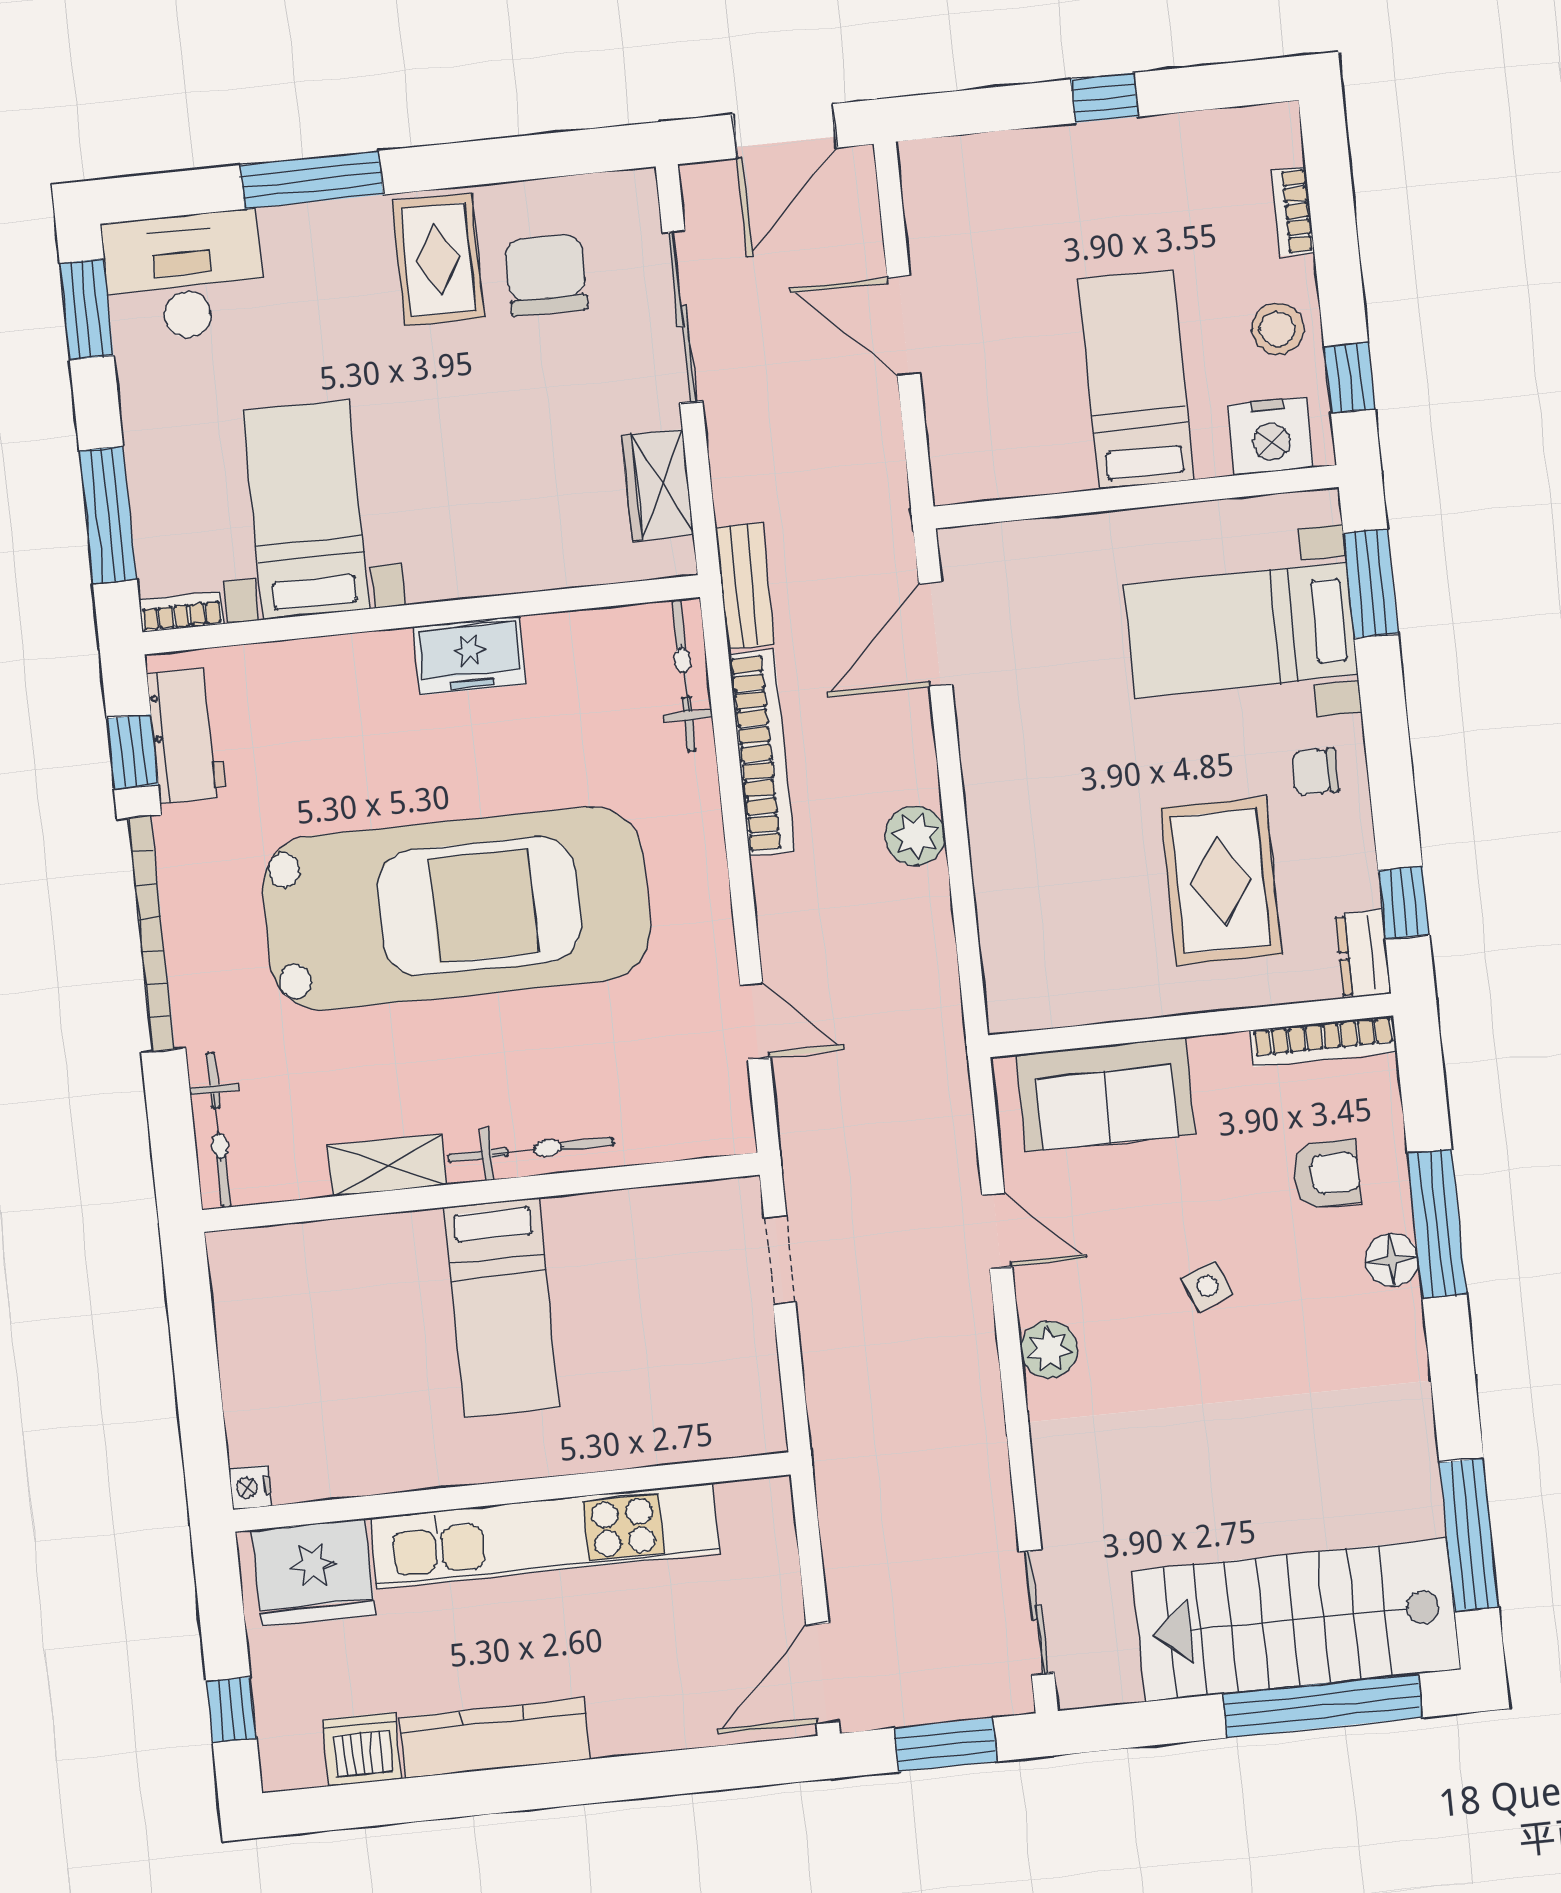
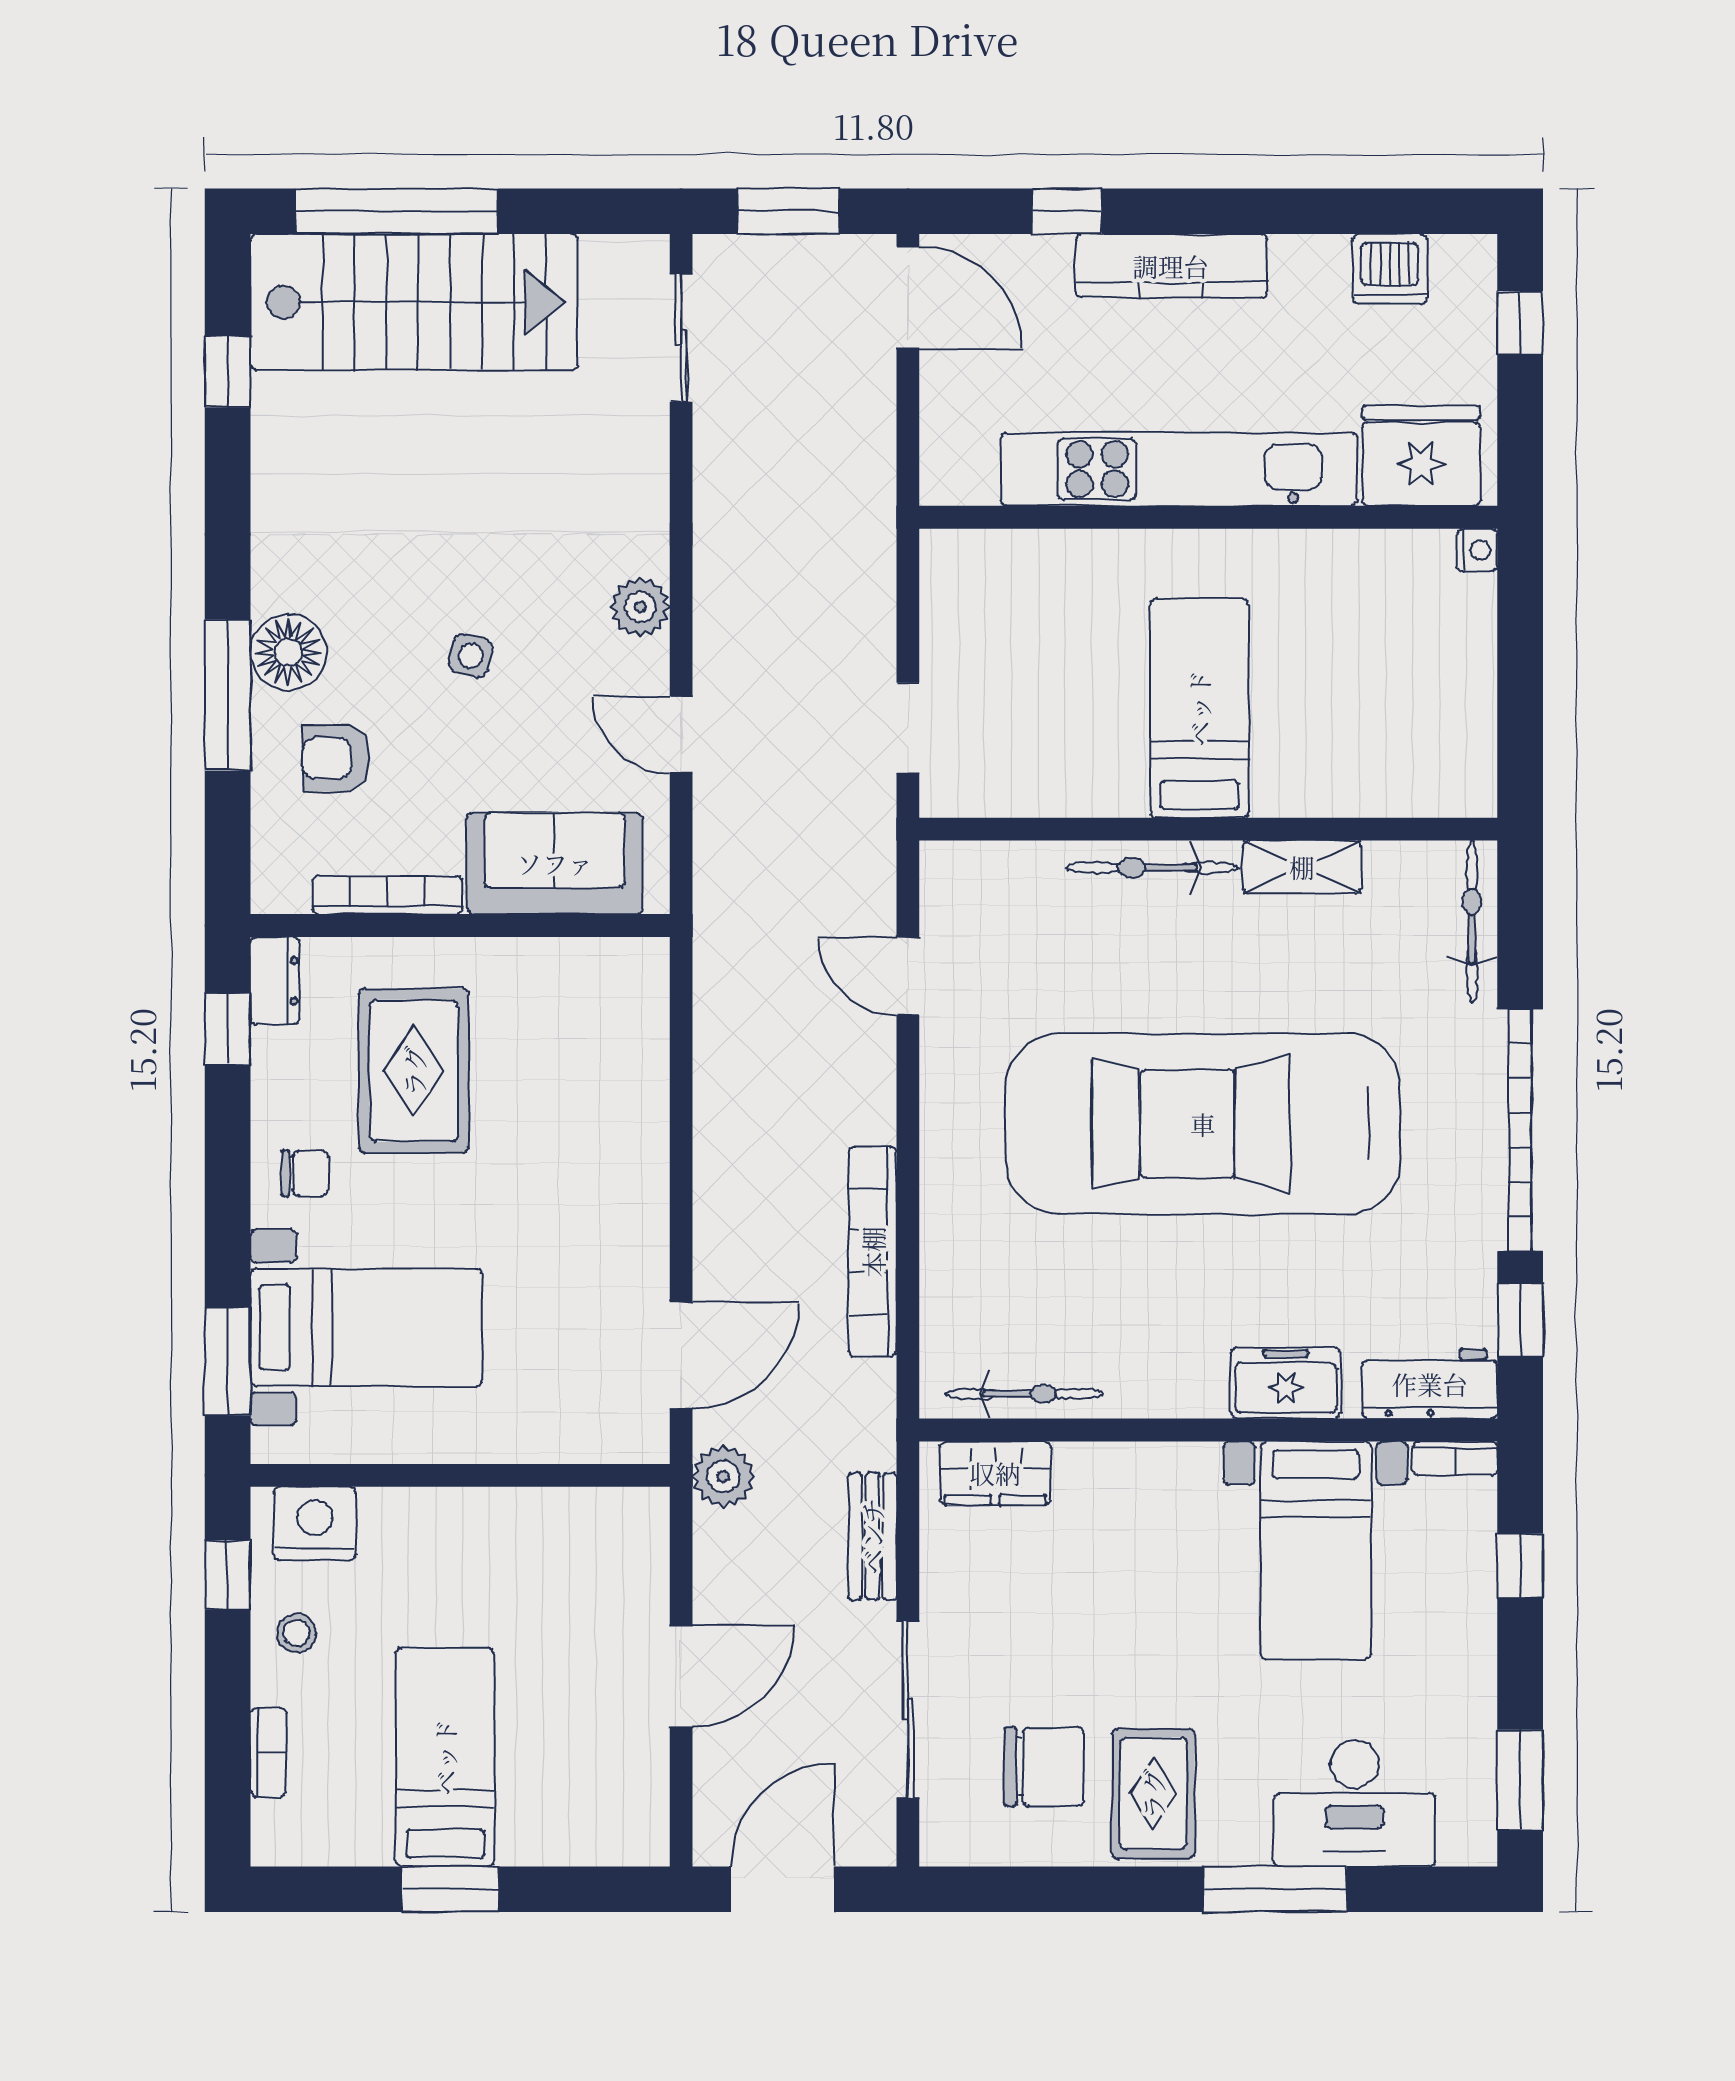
window: (1104, 98) -> (450, 1889), width x1.50
chair: (546, 275) -> (1044, 1767), turned -90
desk: (184, 277) -> (1354, 1803), moved
door: (904, 326) -> (681, 1676), hinge flipped
stool: (1278, 329) -> (296, 1633), width x0.73, depth x0.73
bed: (1136, 379) -> (445, 1757), moved, turned 180
wardrobe: (658, 485) -> (995, 1473), moved, turned 90
window: (108, 515) -> (1520, 1566), width x0.46
bench: (745, 586) -> (872, 1536), moved
freezer: (470, 655) -> (1286, 1383), moved
bicycle: (684, 675) -> (1024, 1394), moved, turned -90
workbench: (187, 736) -> (1430, 1384), moved, turned 90
plant: (915, 836) -> (723, 1476), moved
bookcase: (1323, 1041) -> (387, 895), moved
floor lamp: (1392, 1260) -> (288, 652), width x1.38, depth x1.38
side table: (1207, 1286) -> (471, 656), turned 37
window: (1469, 1535) -> (228, 372), width x0.46
door: (822, 1673) -> (908, 298), hinge flipped
kitchen counter: (495, 1738) -> (1171, 266), moved
window: (678, 1772) -> (1067, 211), added

